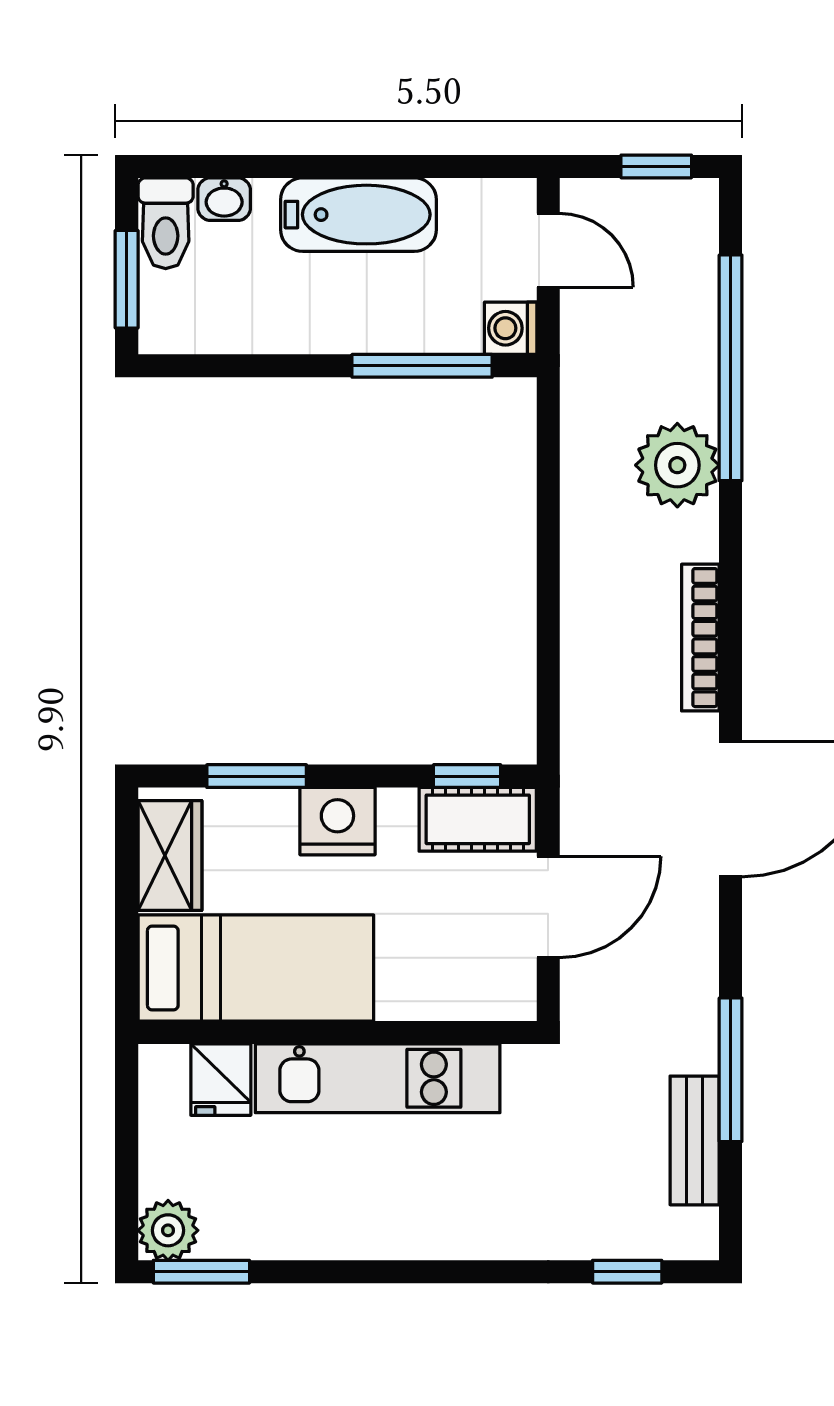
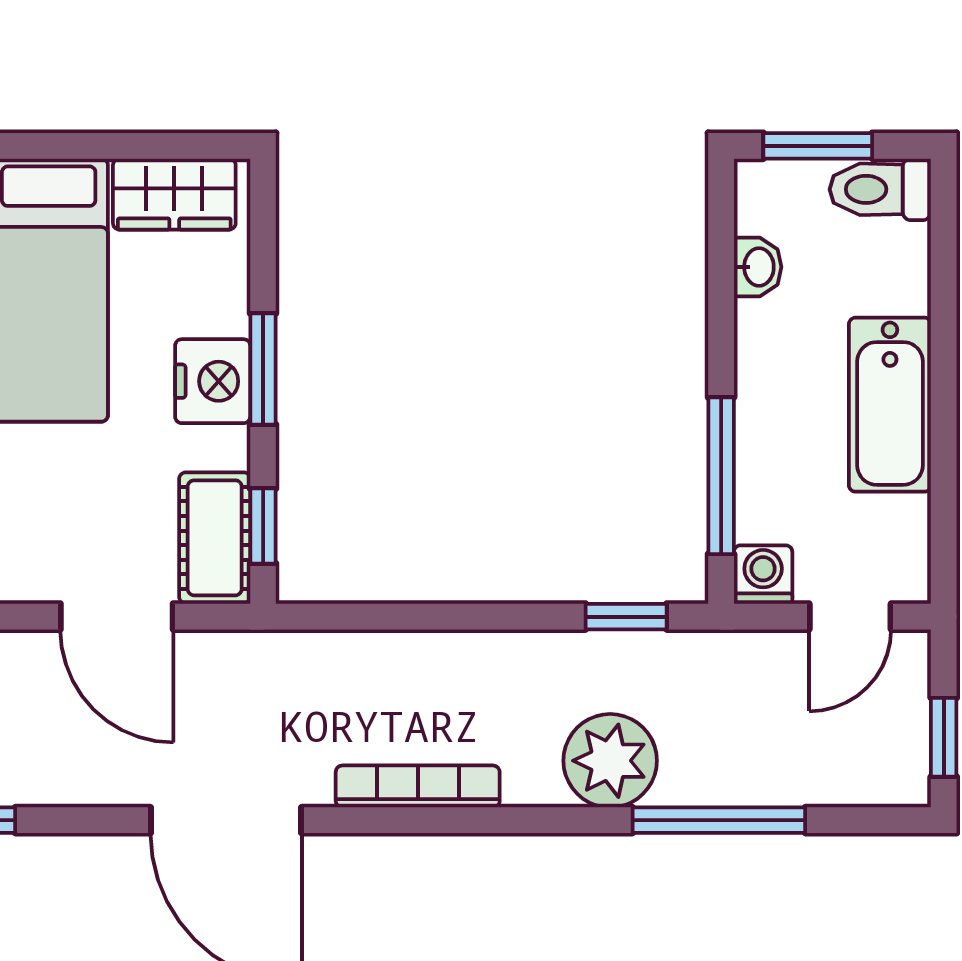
washbasin: (224, 199) -> (758, 267), moved, turned 180
window: (731, 368) -> (719, 820), width x0.68
window: (548, 451) -> (626, 617), added
window: (257, 776) -> (263, 369), moved

